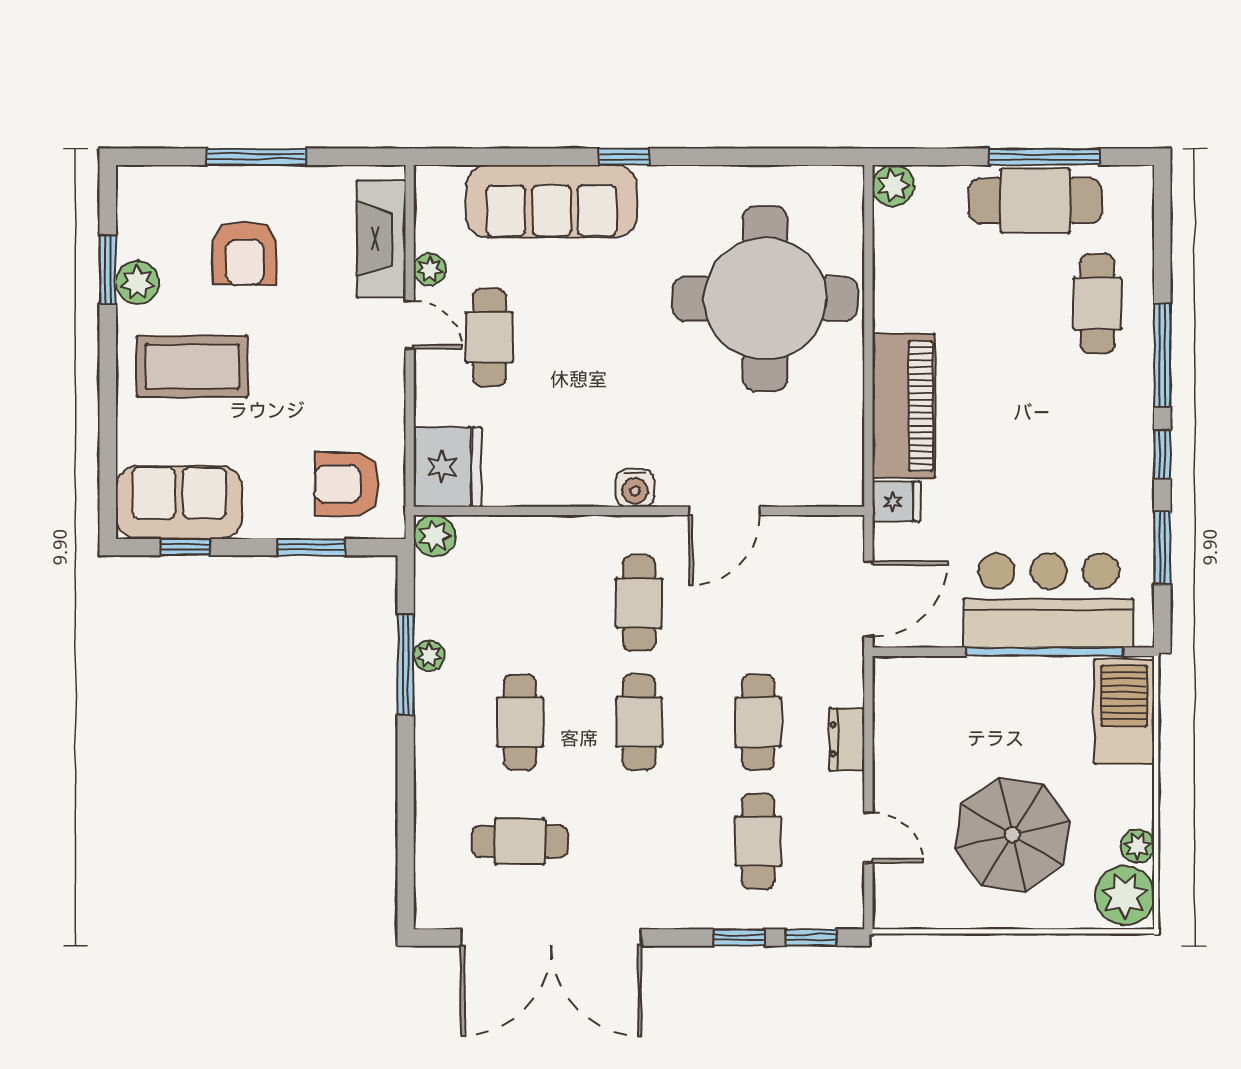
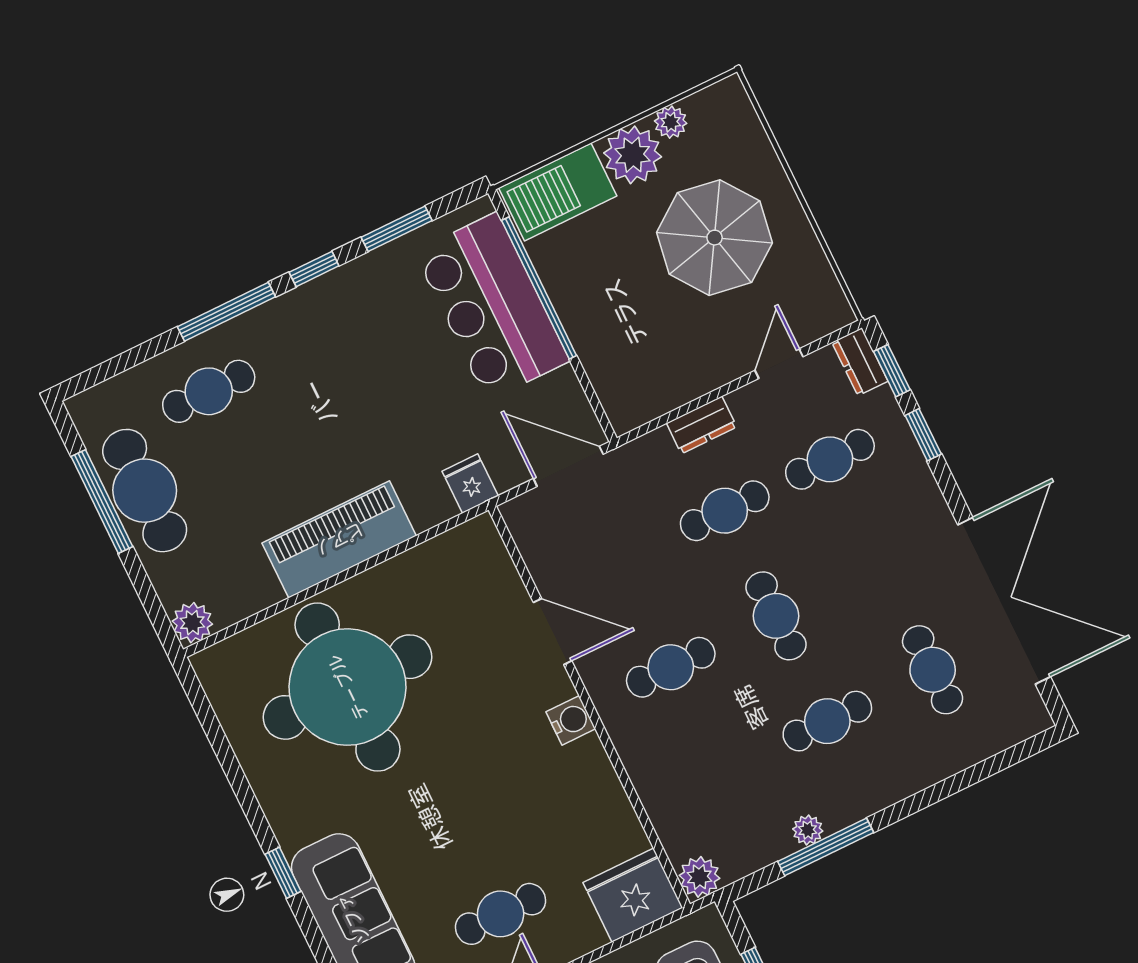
piano: (904, 406) -> (339, 539), moved
cafe table: (639, 722) -> (776, 616), turned 90
plant: (1125, 896) -> (633, 155), moved
dresser: (834, 912) -> (860, 362), added

